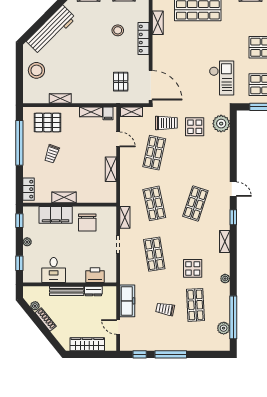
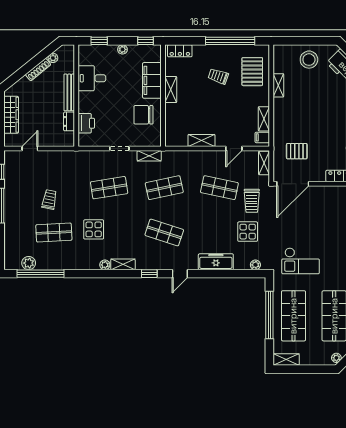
plant: (221, 124) -> (255, 265), width x0.53, depth x0.53
plant: (225, 279) -> (105, 265), moved
freezer: (127, 301) -> (216, 262), moved, turned 180

